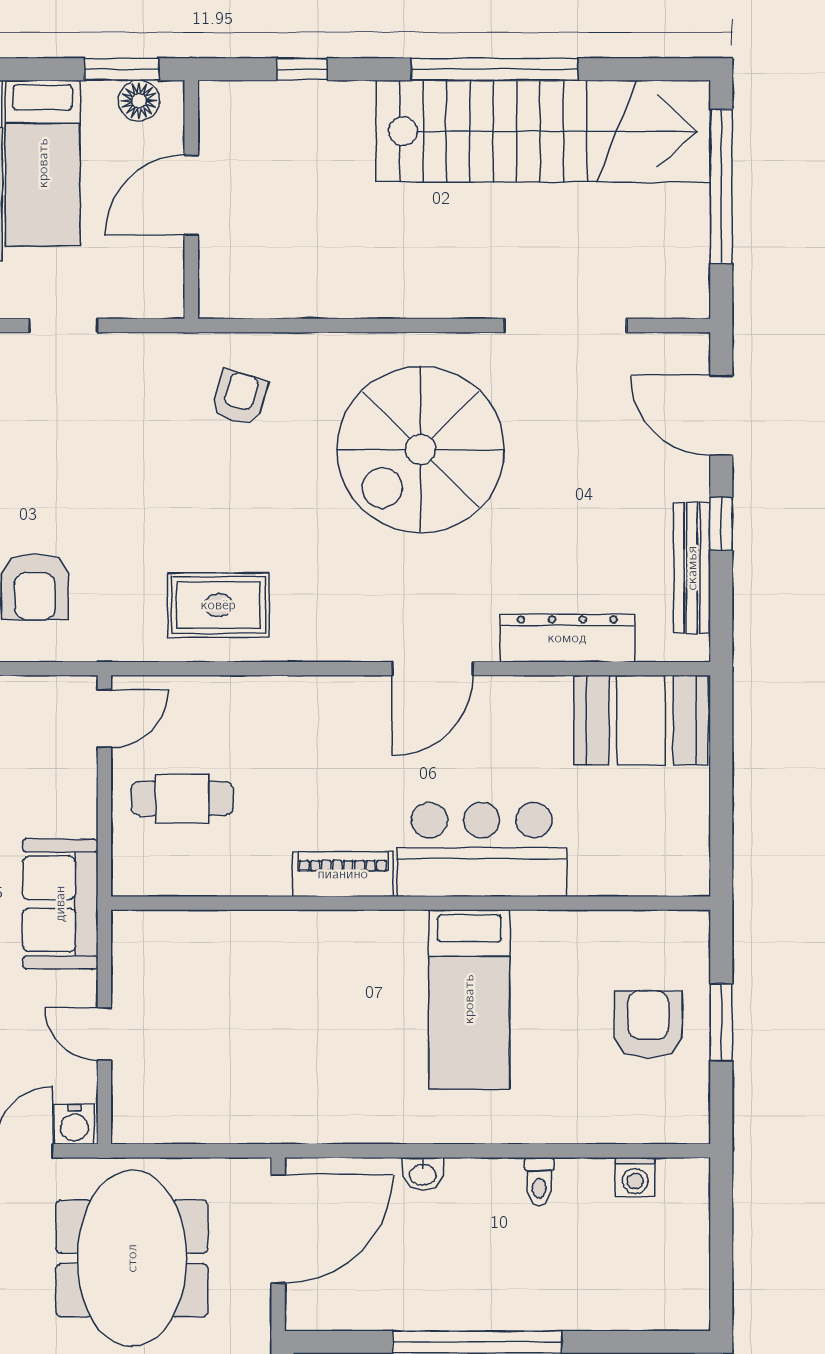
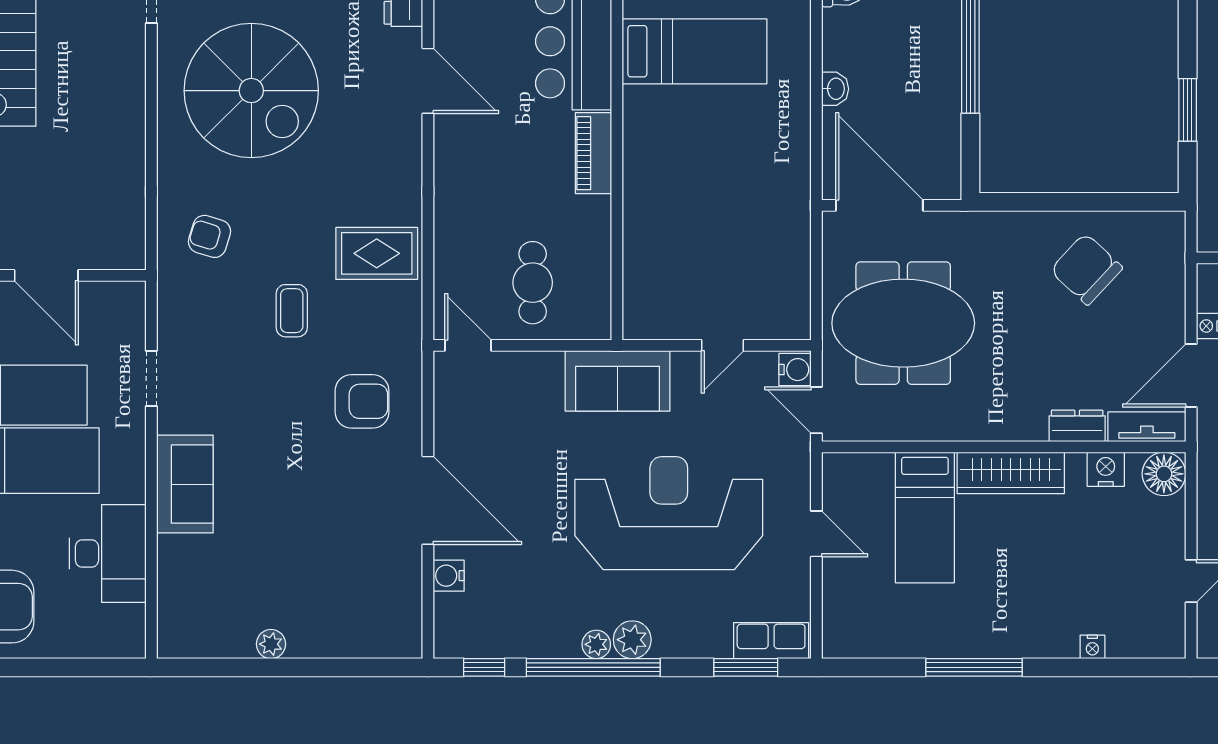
coffee table: (147, 500) -> (292, 311), added
rug: (218, 605) -> (377, 253), turned 90

